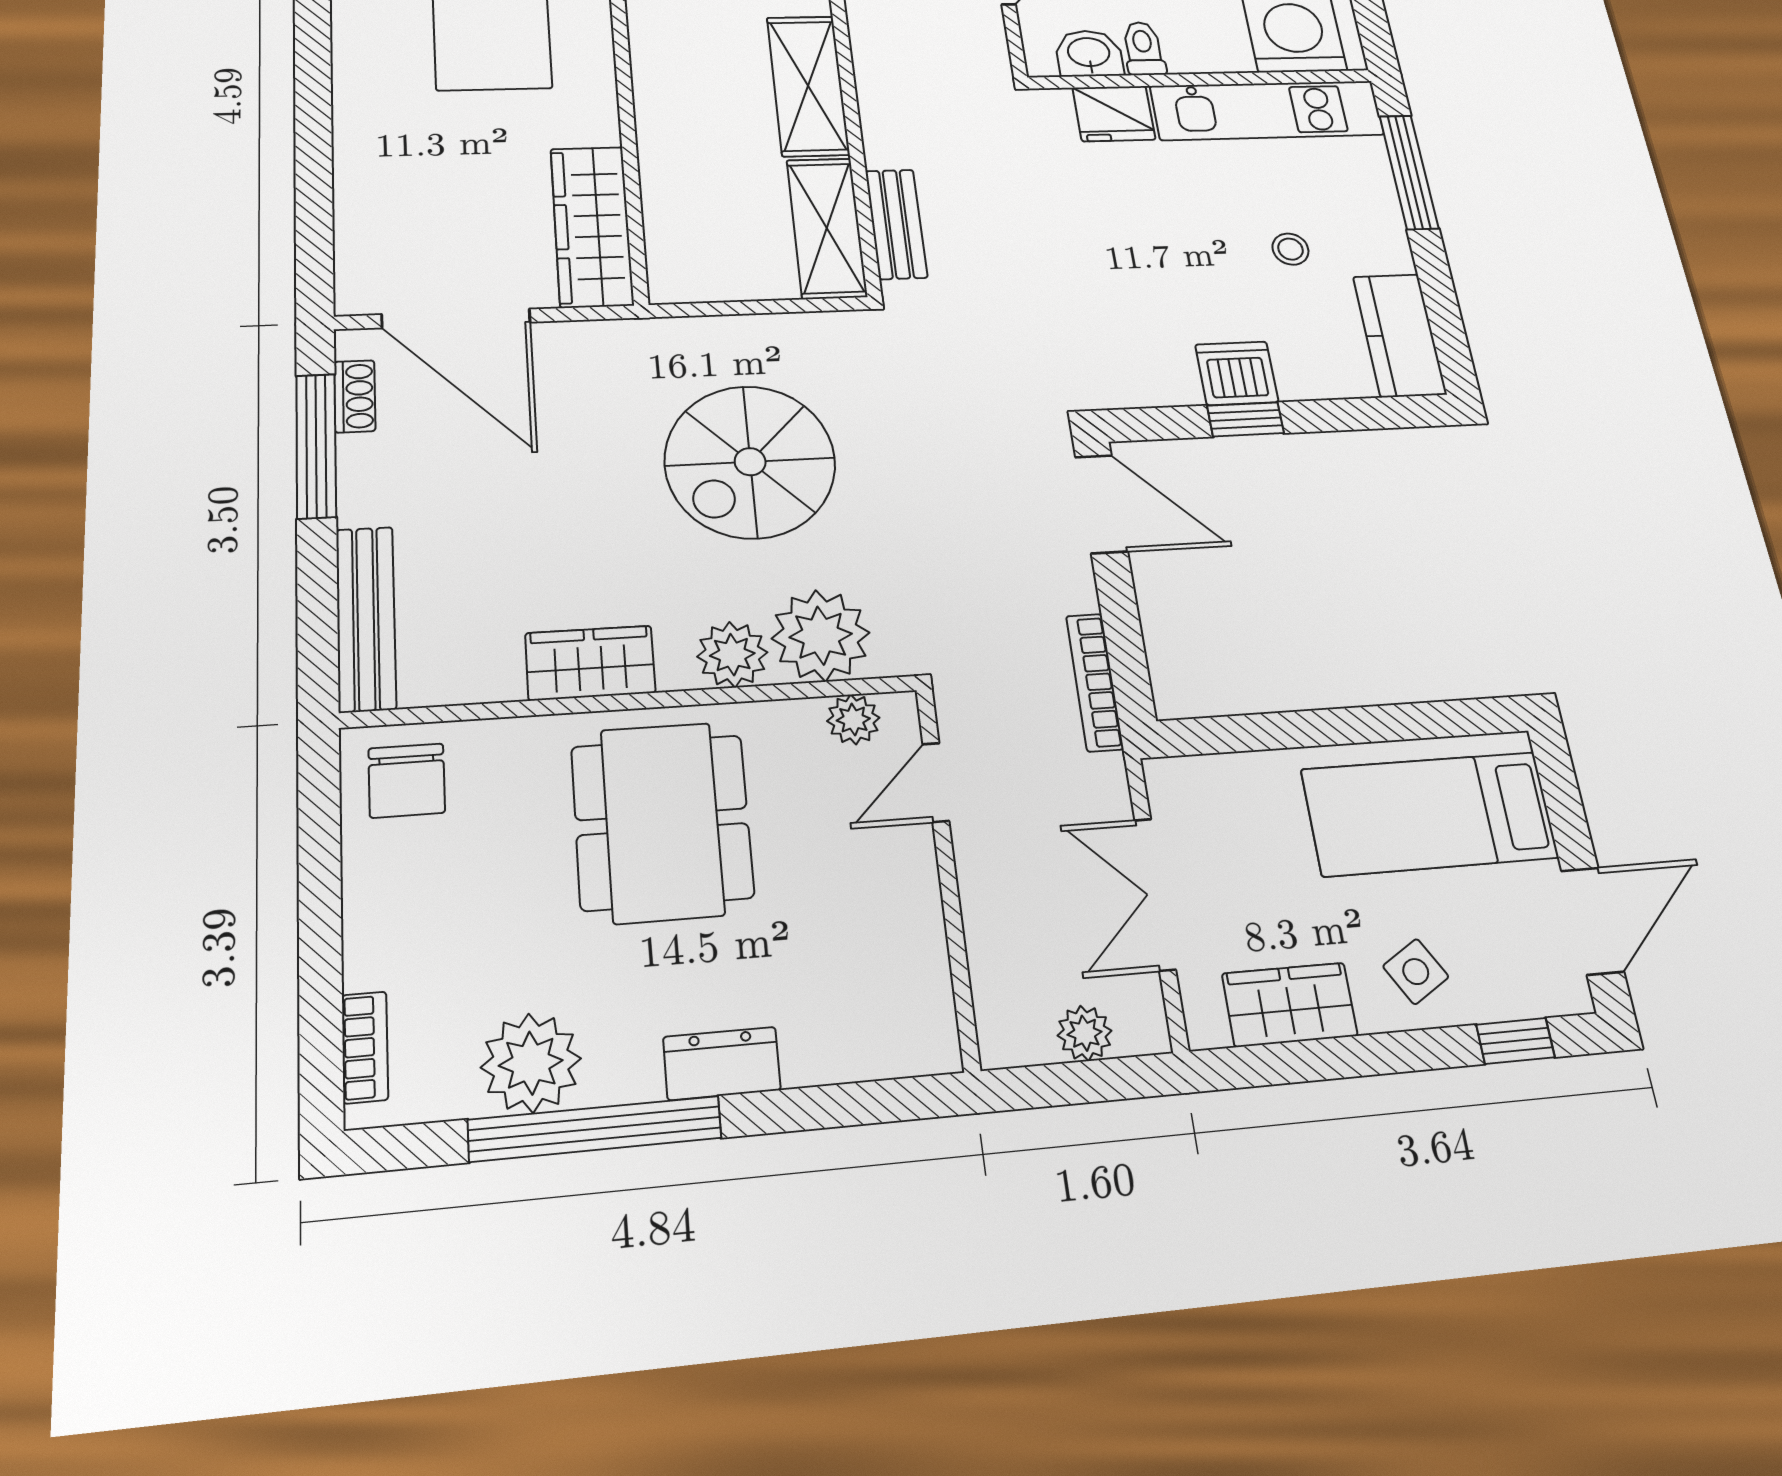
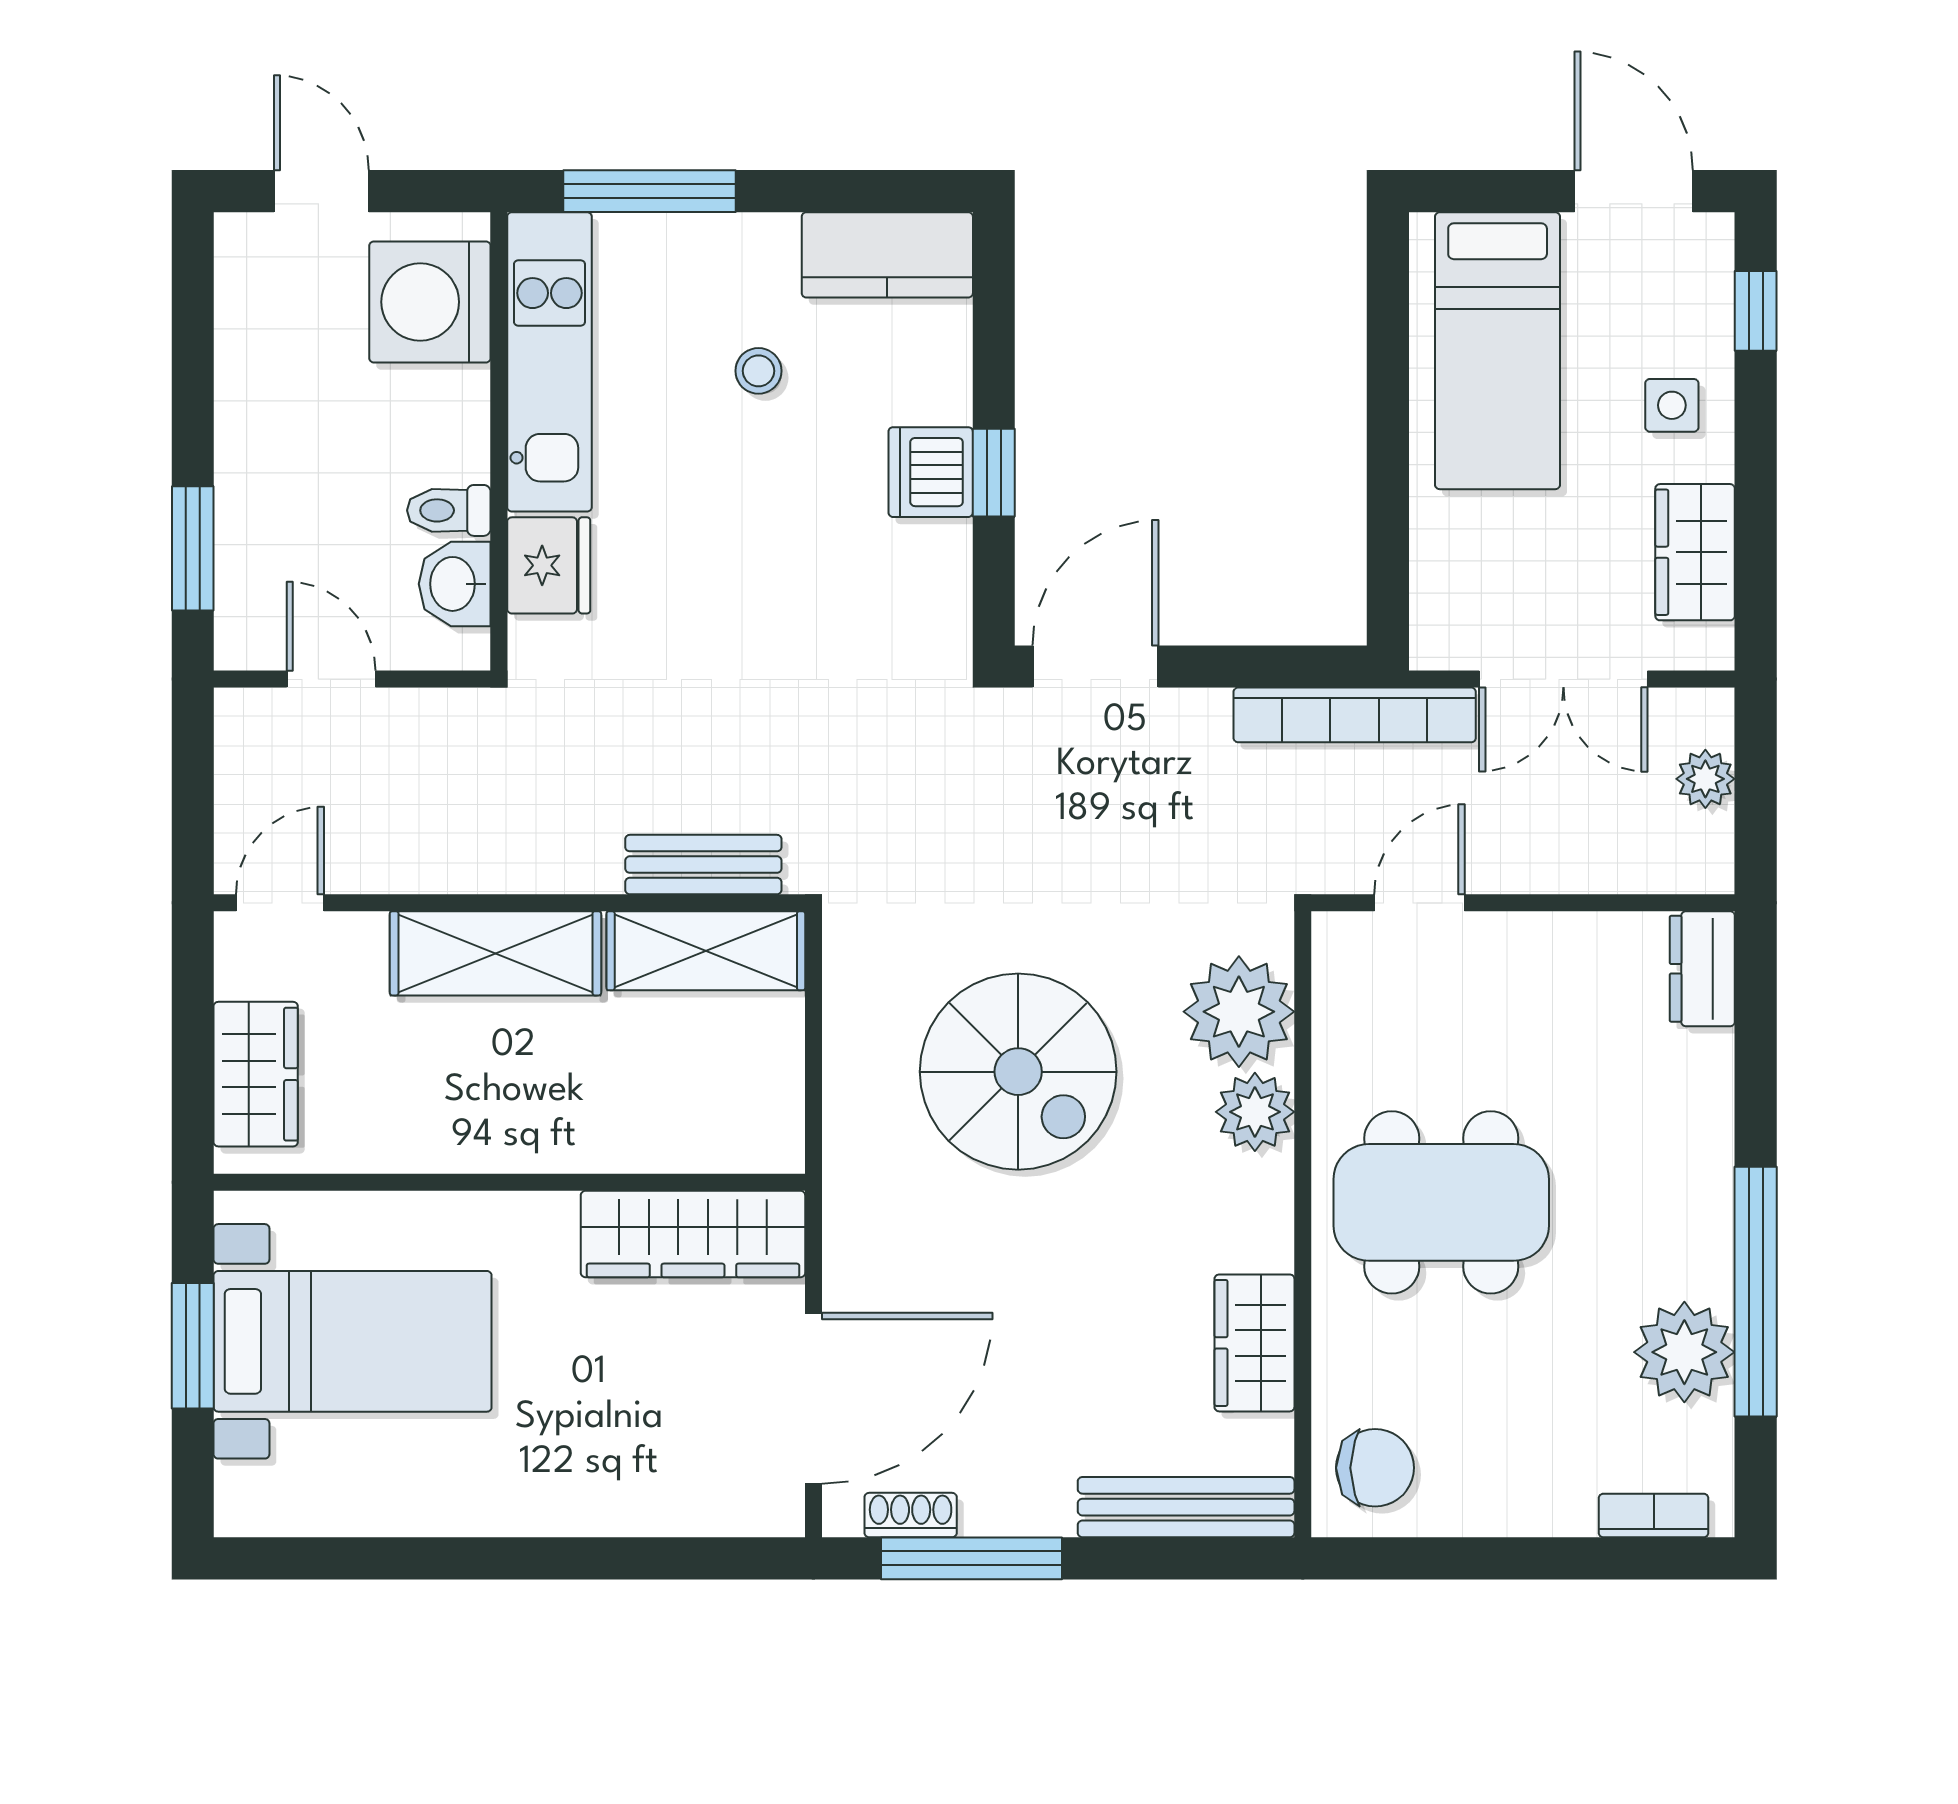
wardrobe: (590, 663) -> (1254, 1343), moved
bookcase: (1095, 682) -> (1355, 715), width x1.48, depth x1.31
plant: (853, 719) -> (1340, 985), removed
door: (936, 782) -> (1419, 903), swing flipped
side table: (1416, 972) -> (1672, 405), turned 31
dresser: (722, 1063) -> (1702, 969), moved

